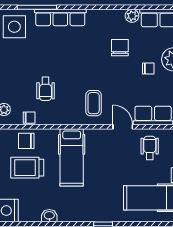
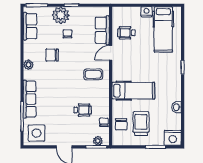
plant: (132, 16) -> (28, 65), moved
trolley: (27, 168) -> (141, 124), turned 180

